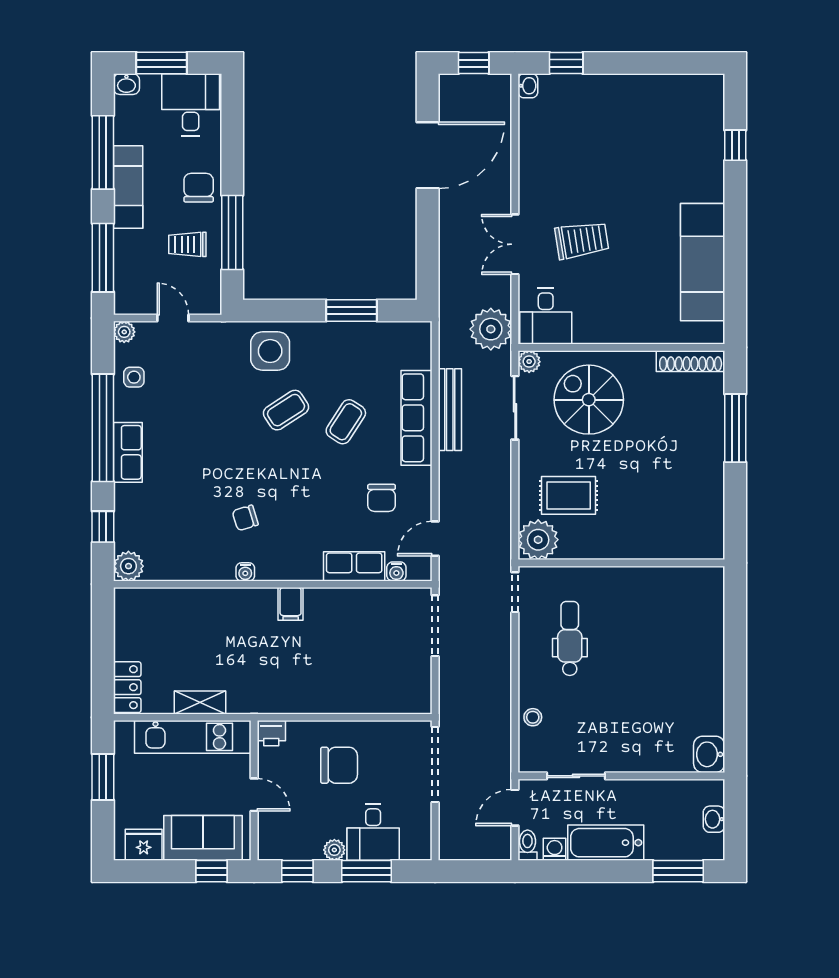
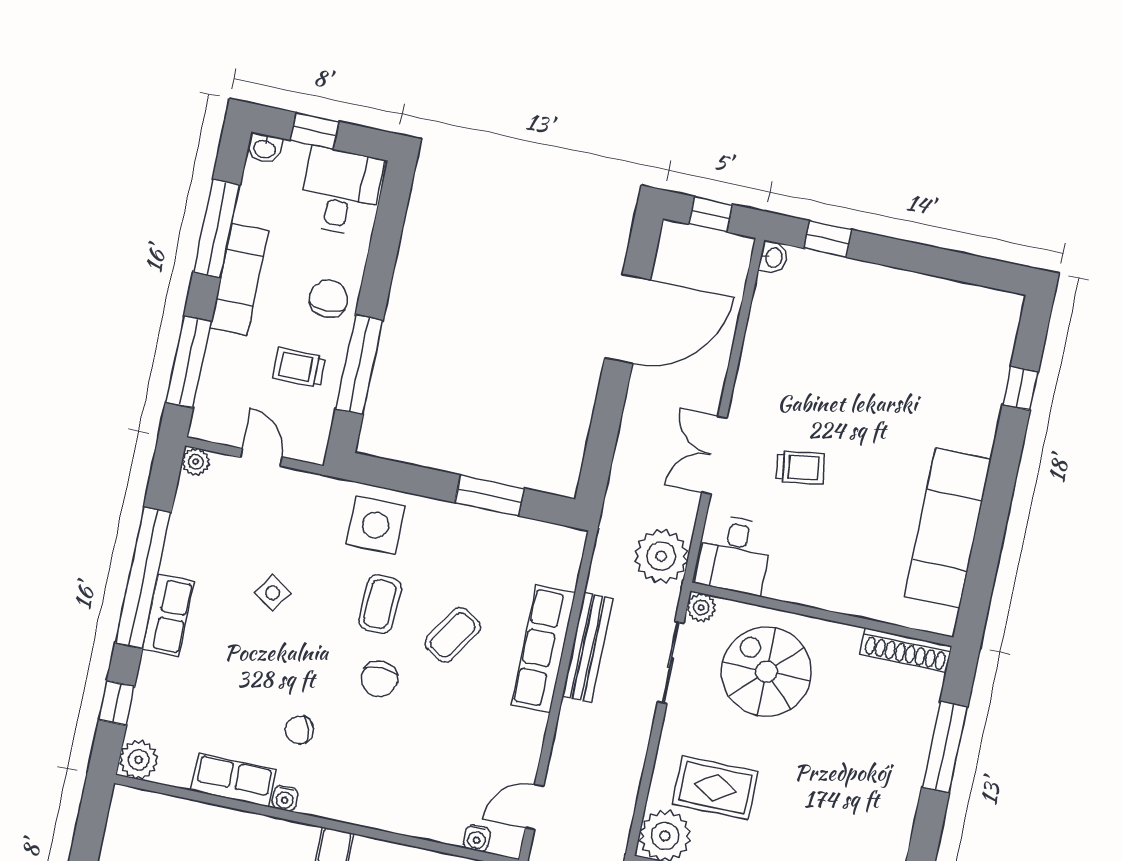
window: (161, 63) -> (315, 131), width x0.67
trolley: (582, 240) -> (800, 468), width x0.73, depth x0.72
side table: (134, 377) -> (273, 593), moved, turned 33
coffee table: (286, 410) -> (380, 604), turned -55
chair: (382, 498) -> (380, 679), moved
row of seats: (354, 566) -> (233, 780), moved

